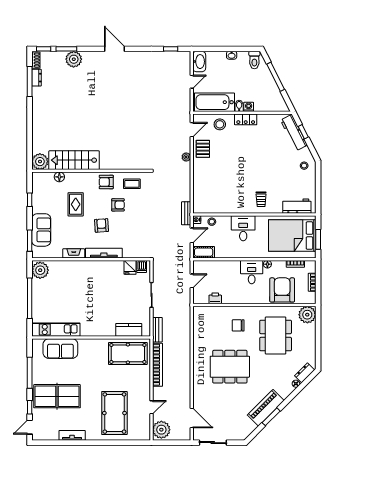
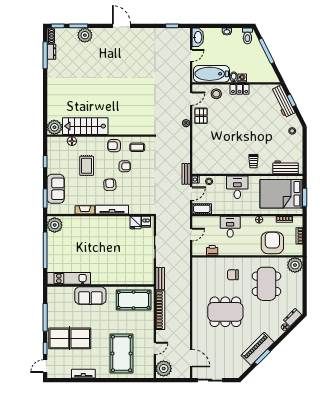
desk: (252, 272) -> (230, 227), moved
kitchen counter: (129, 330) -> (134, 279), removed
sofa: (60, 349) -> (90, 296), moved

